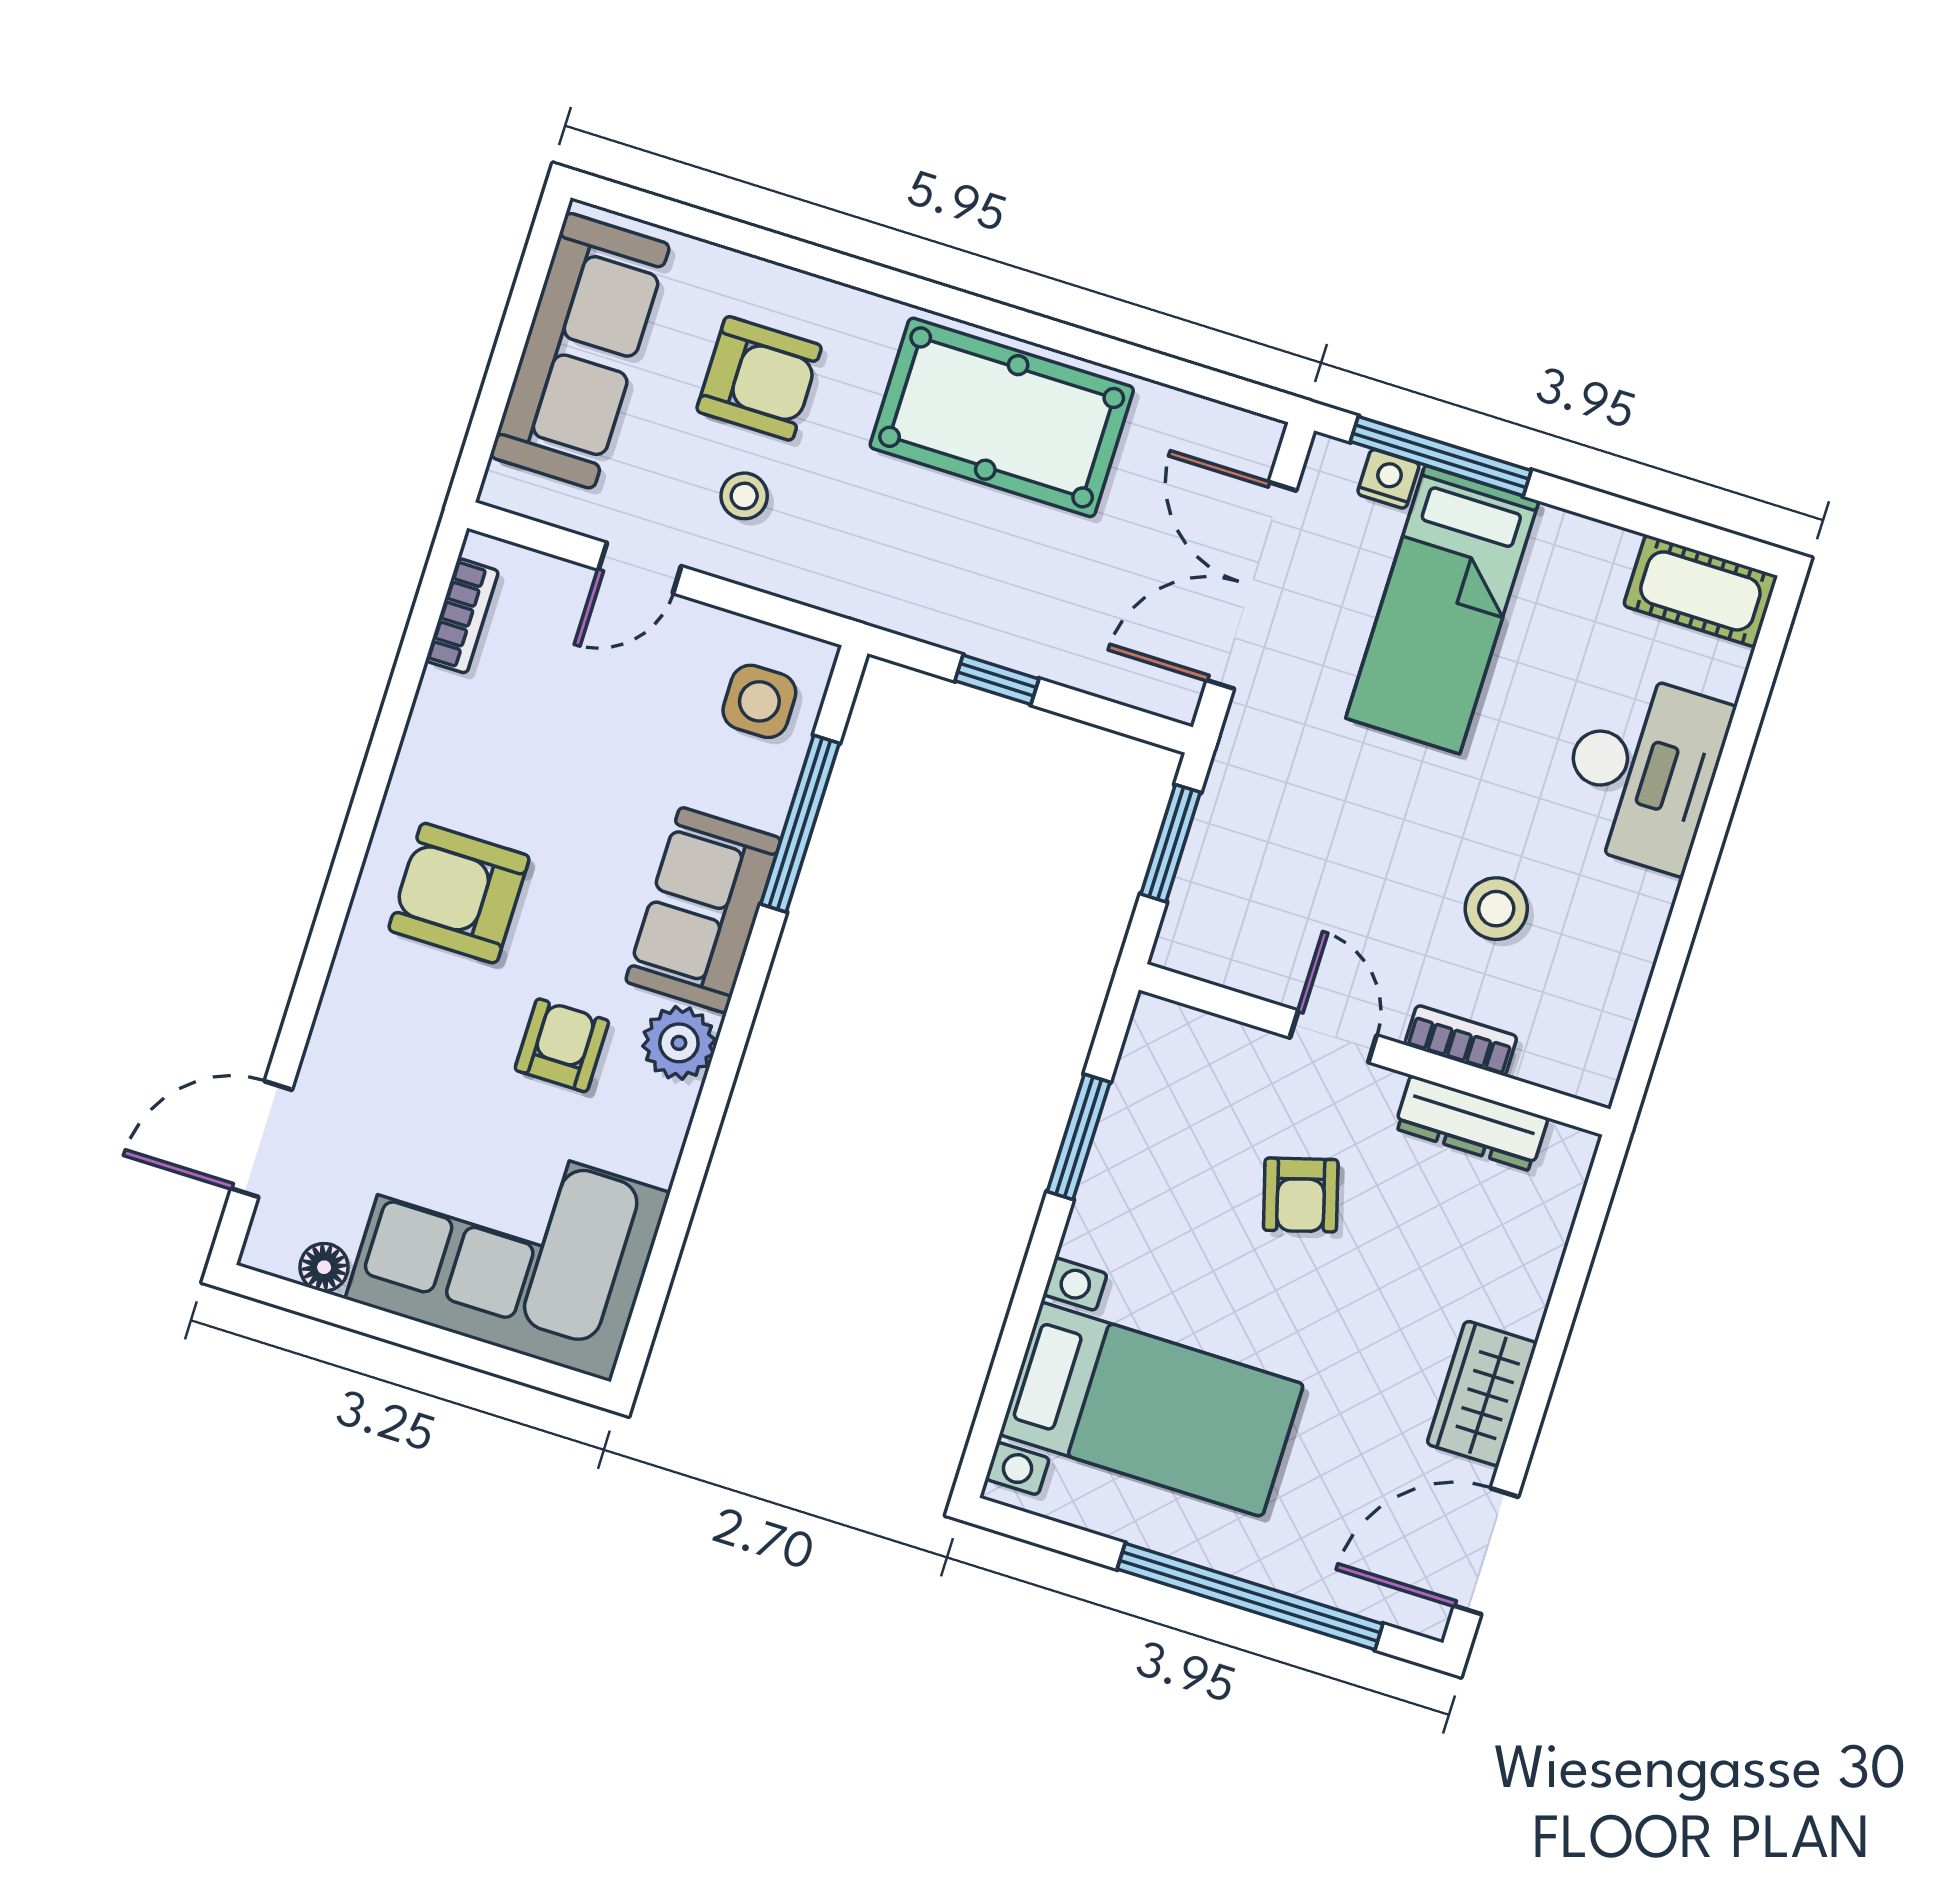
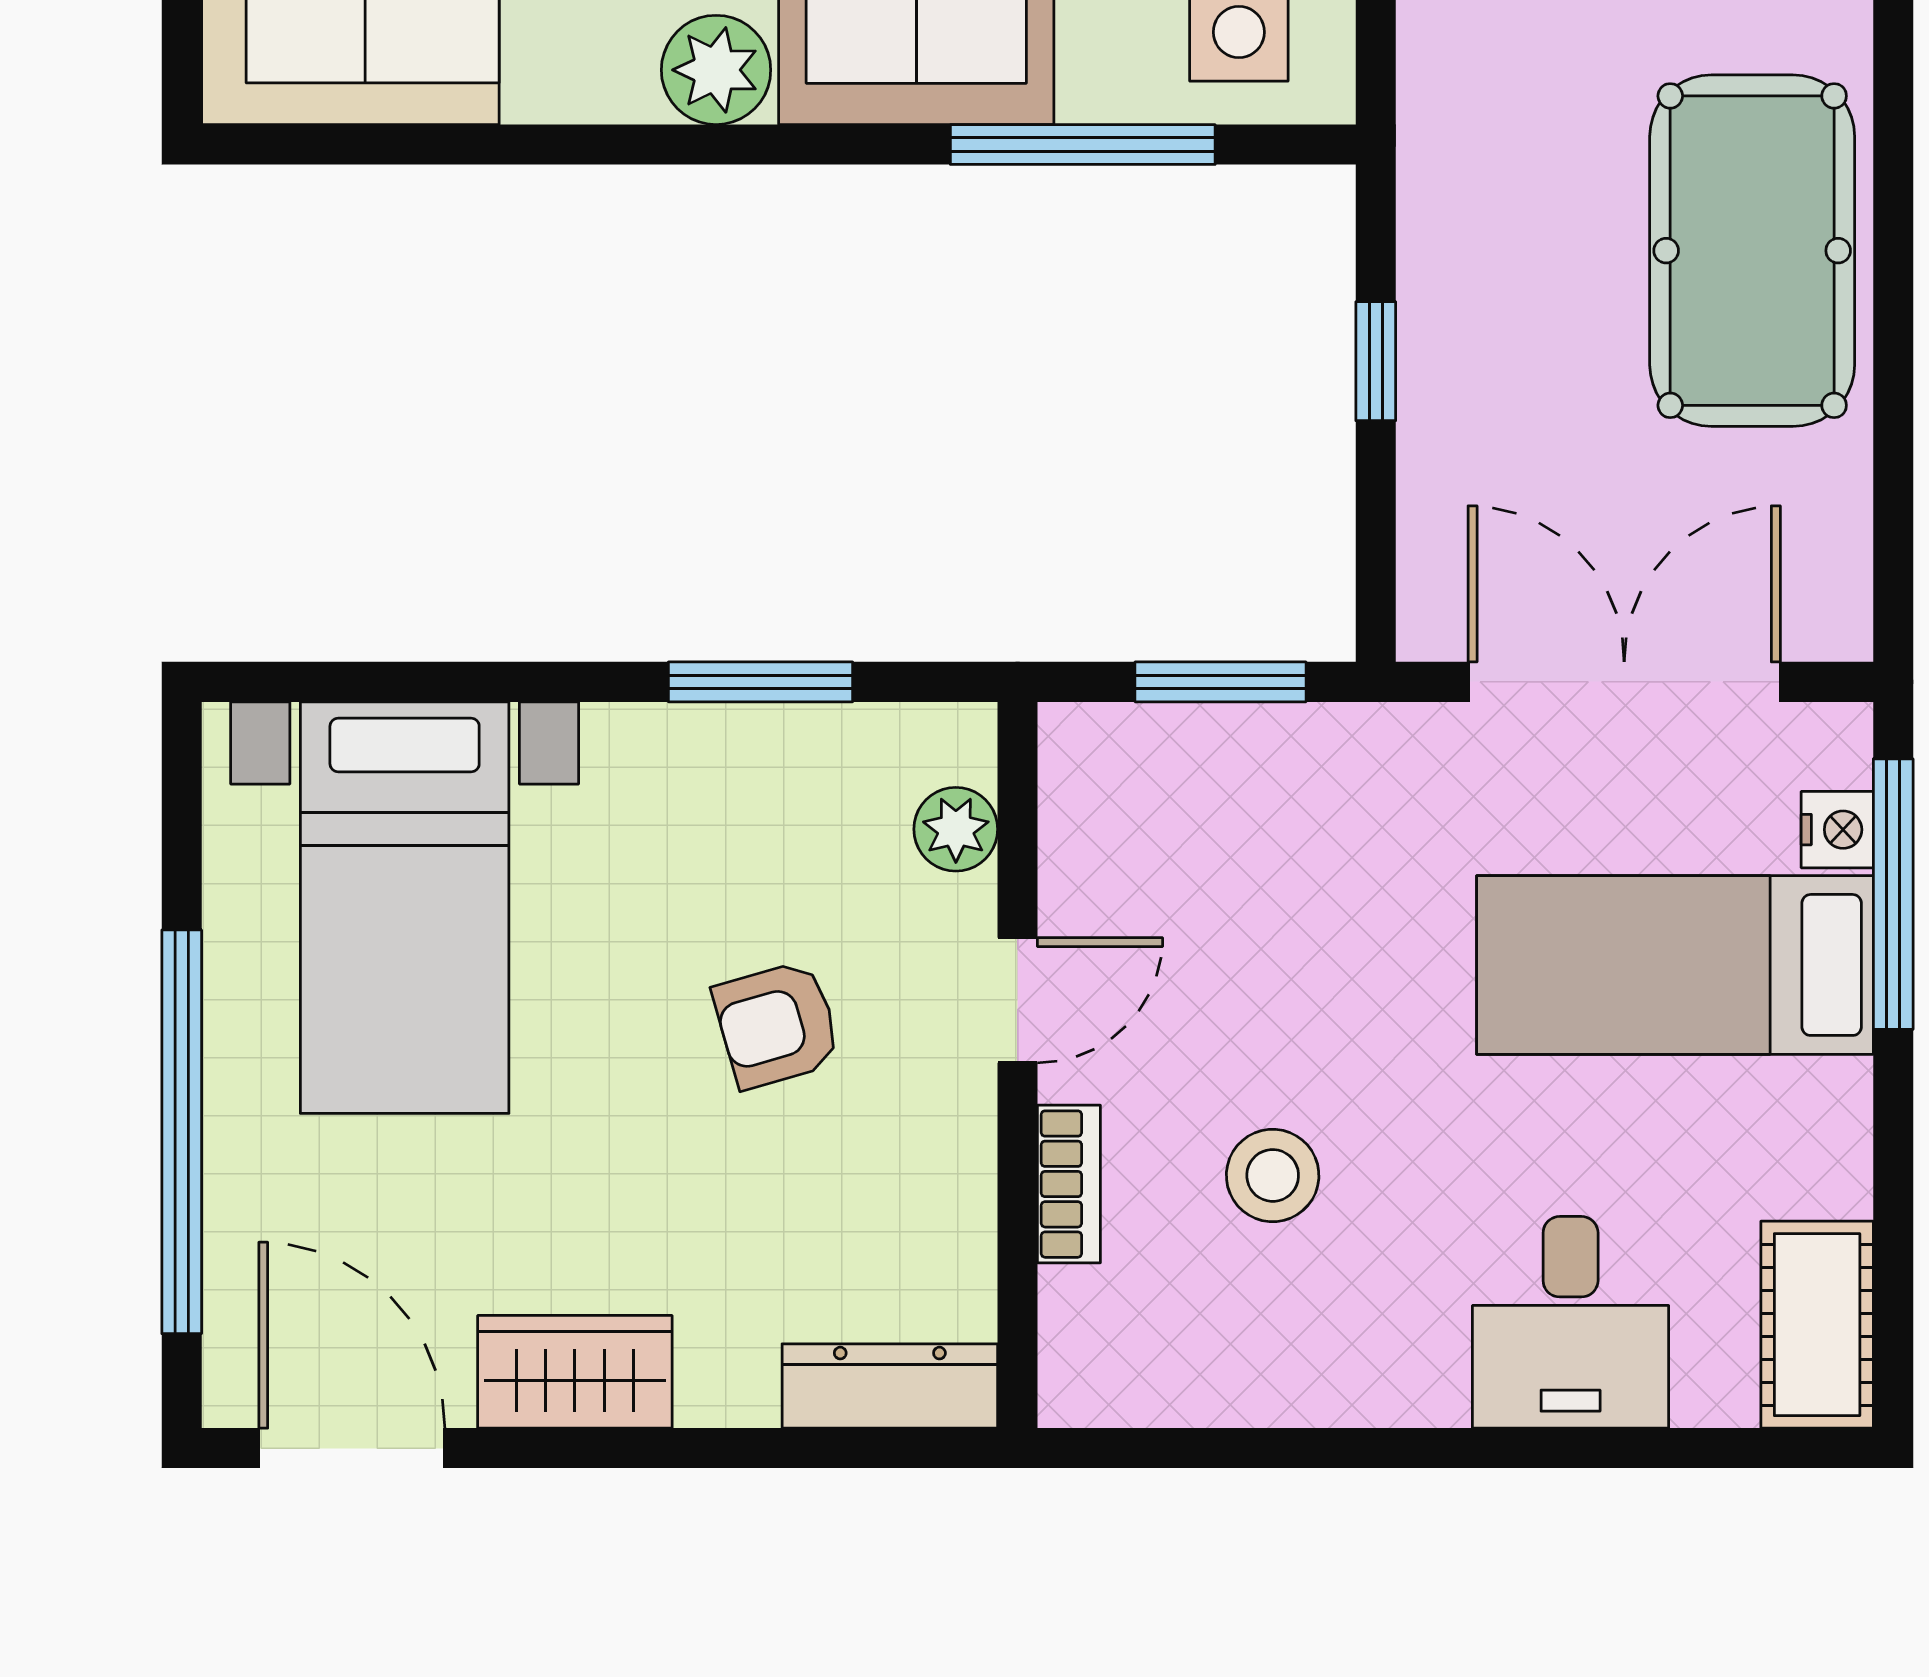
desk: (1642, 771) -> (1571, 1322), width x0.73
plant: (1212, 1042) -> (956, 829), added
dresser: (1471, 1123) -> (890, 1386), moved, turned 90

